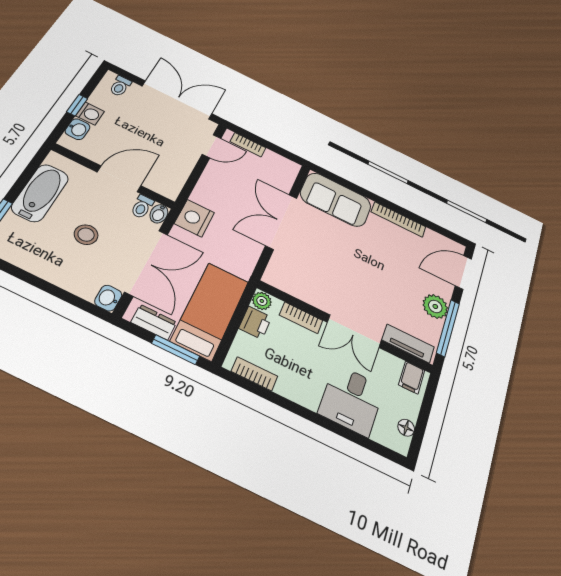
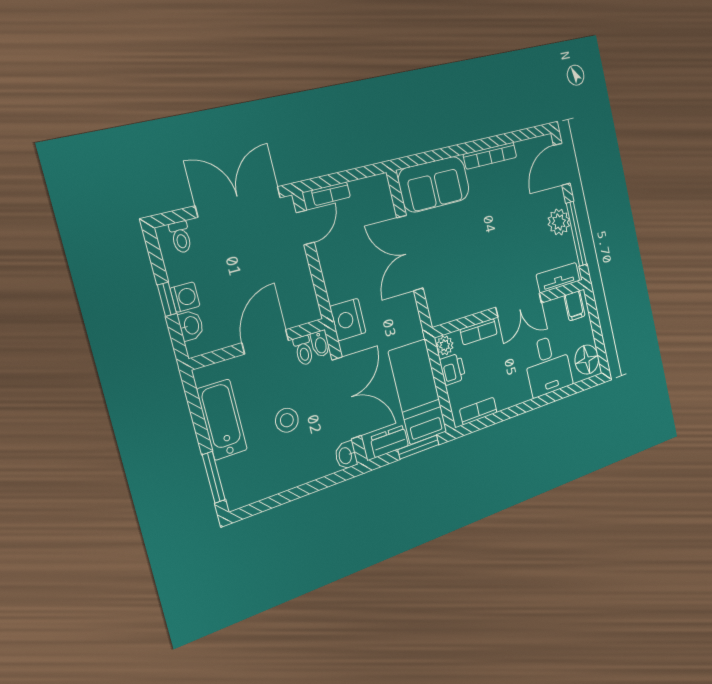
floor lamp: (406, 428) -> (587, 360), width x1.89, depth x1.89

